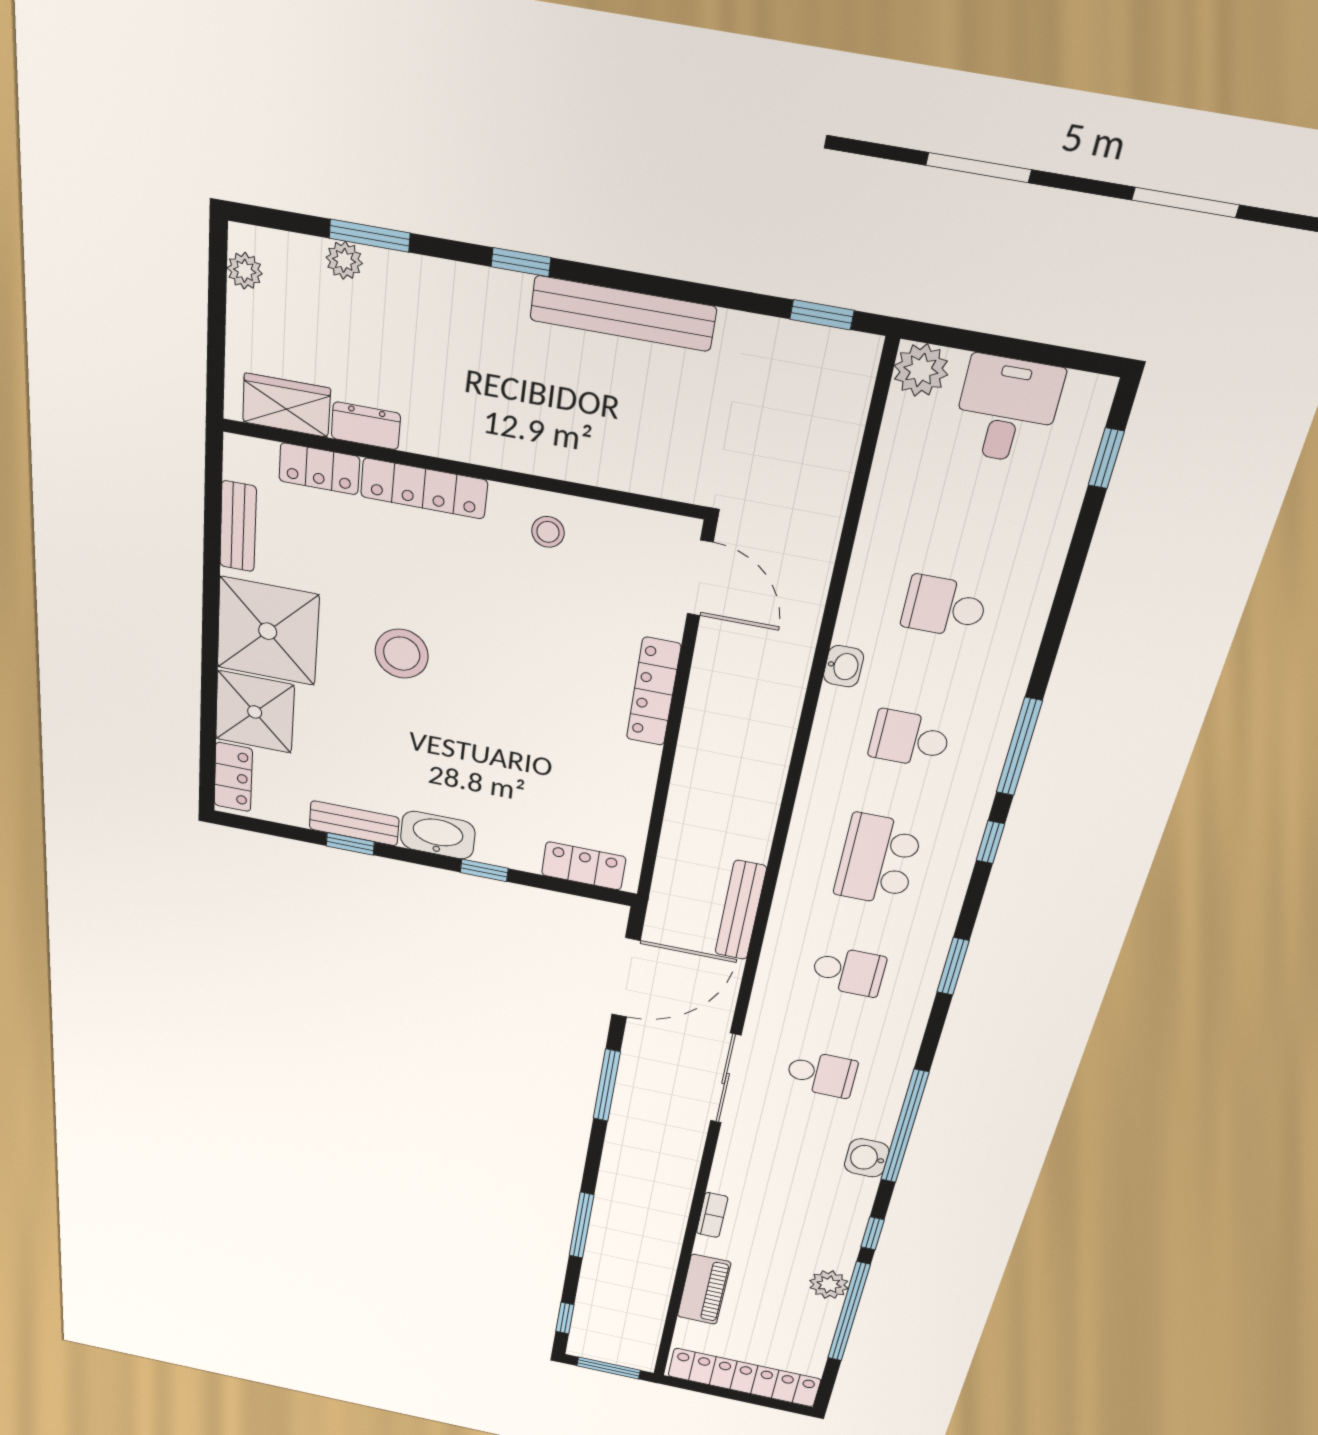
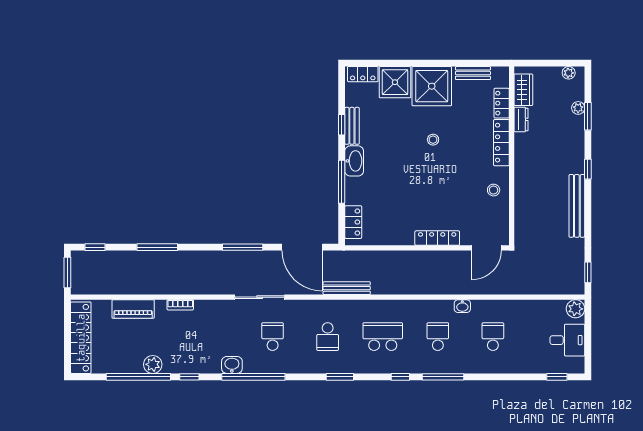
stool: (402, 654) -> (433, 140), width x0.53, depth x0.53
window: (484, 870) -> (342, 182), width x2.17
school desk: (822, 1074) -> (273, 337), turned 180

